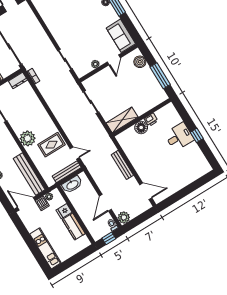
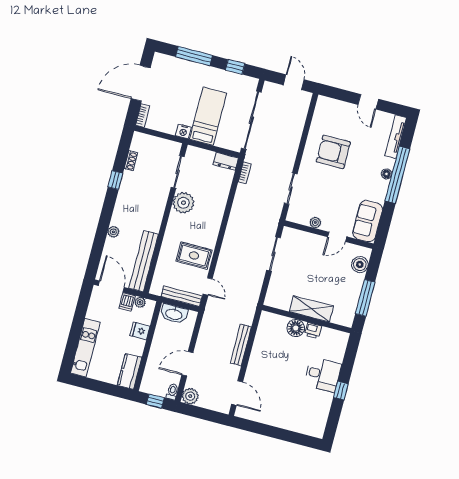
armchair: (67, 19) -> (333, 152), added
shelving: (122, 120) -> (311, 309), moved
plant: (28, 138) -> (183, 203), moved
kitchen counter: (74, 227) -> (130, 371), moved

